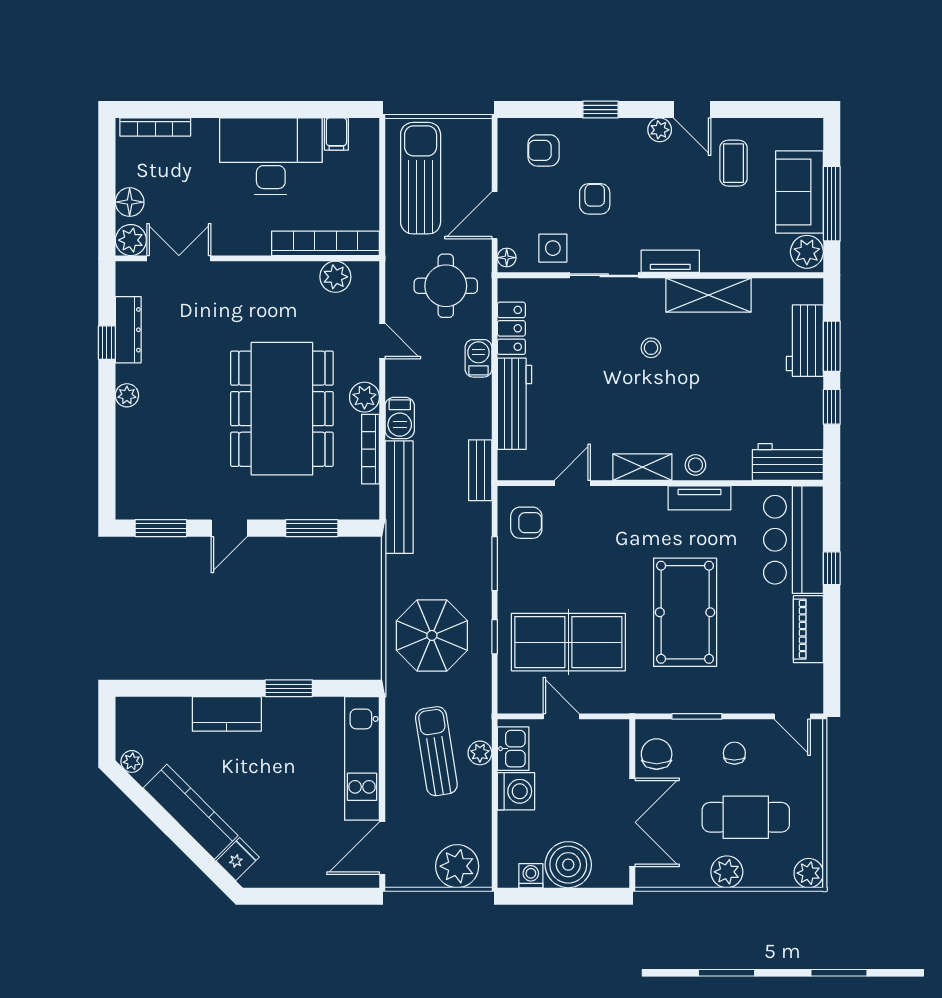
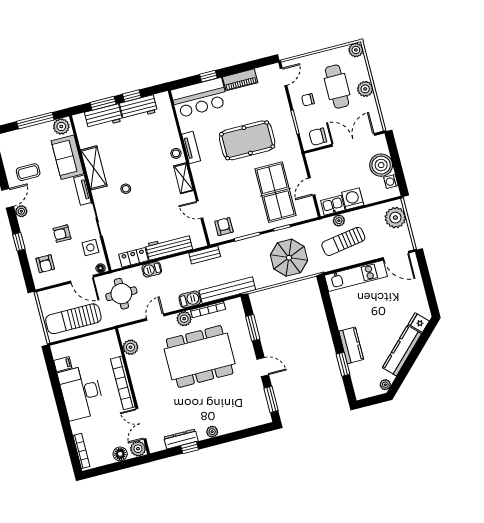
sofa: (799, 192) -> (68, 157), moved, turned 90
bookcase: (325, 243) -> (123, 383), moved
workbench: (788, 462) -> (138, 108), moved, turned -90
window: (289, 688) -> (343, 364), moved

